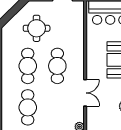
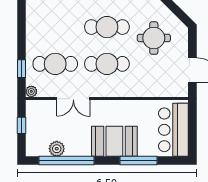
cafe table: (28, 107) -> (55, 64), moved

